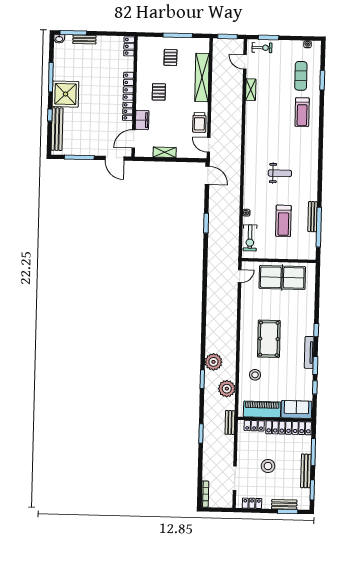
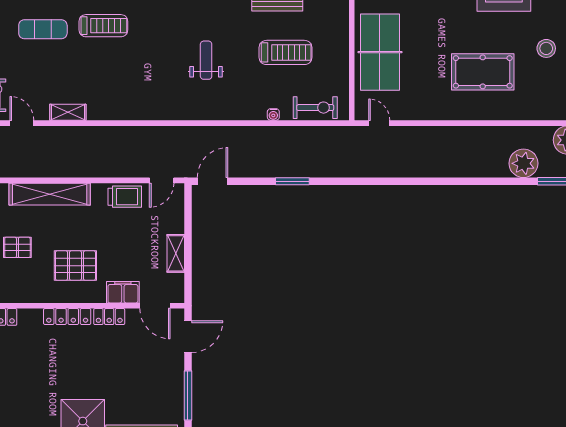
door: (245, 62) -> (22, 123), swing flipped
pallet: (159, 92) -> (75, 266), width x1.50, depth x1.42
stool: (255, 375) -> (546, 48), moved

